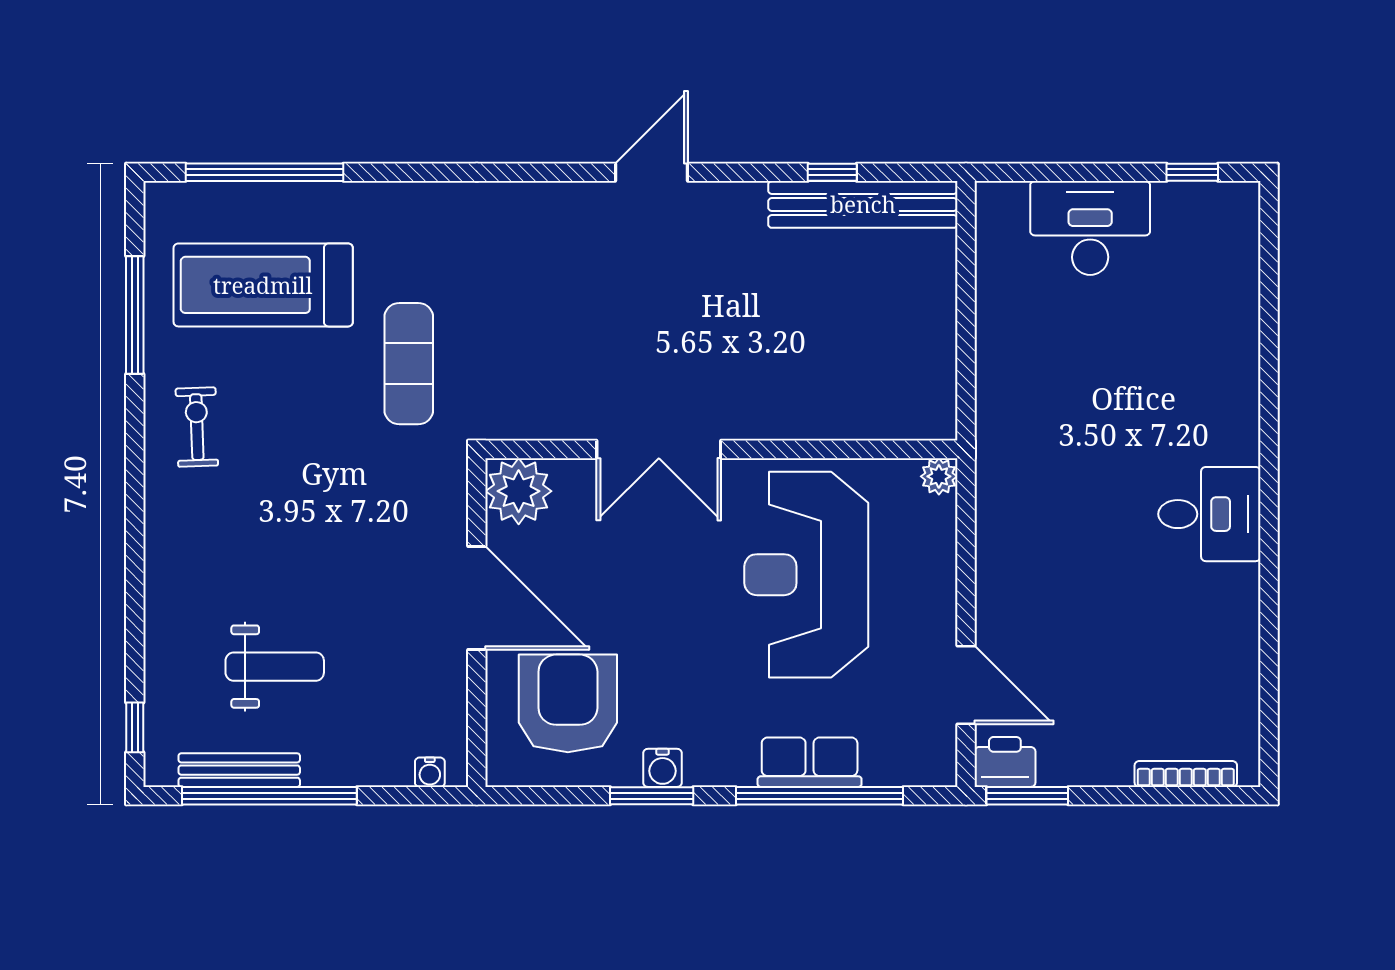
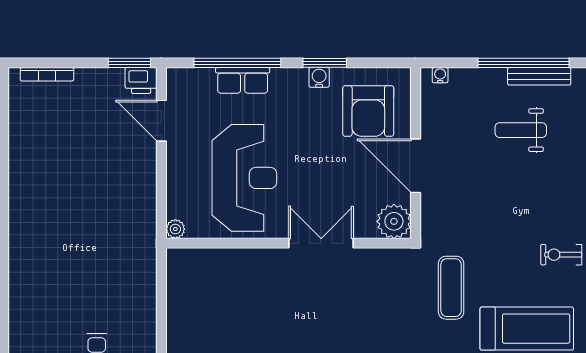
exercise bike: (197, 427) -> (561, 255), turned 92
desk: (1209, 514) -> (35, 209), removed

